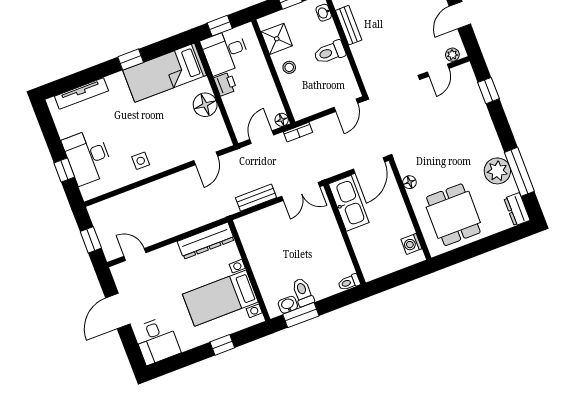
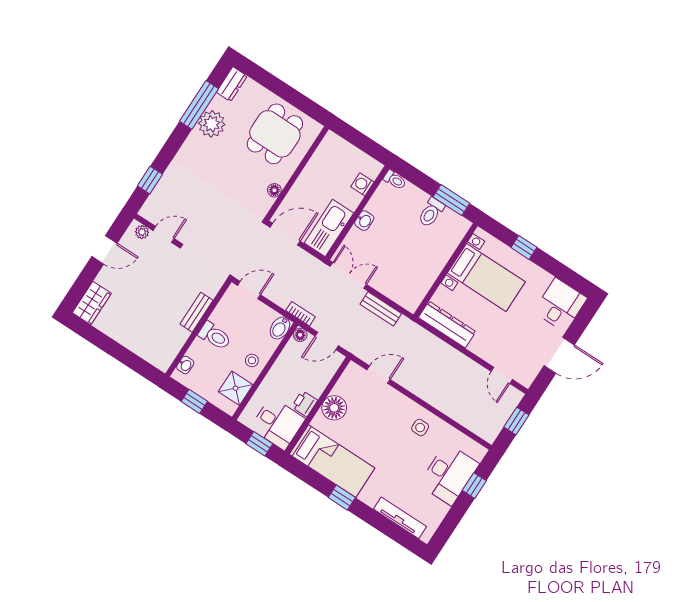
bench: (349, 25) -> (196, 312), moved
bidet: (299, 108) -> (280, 328), added
washing machine: (411, 244) -> (362, 184), moved, turned 180
washbasin: (288, 305) -> (364, 221), moved, turned -90

